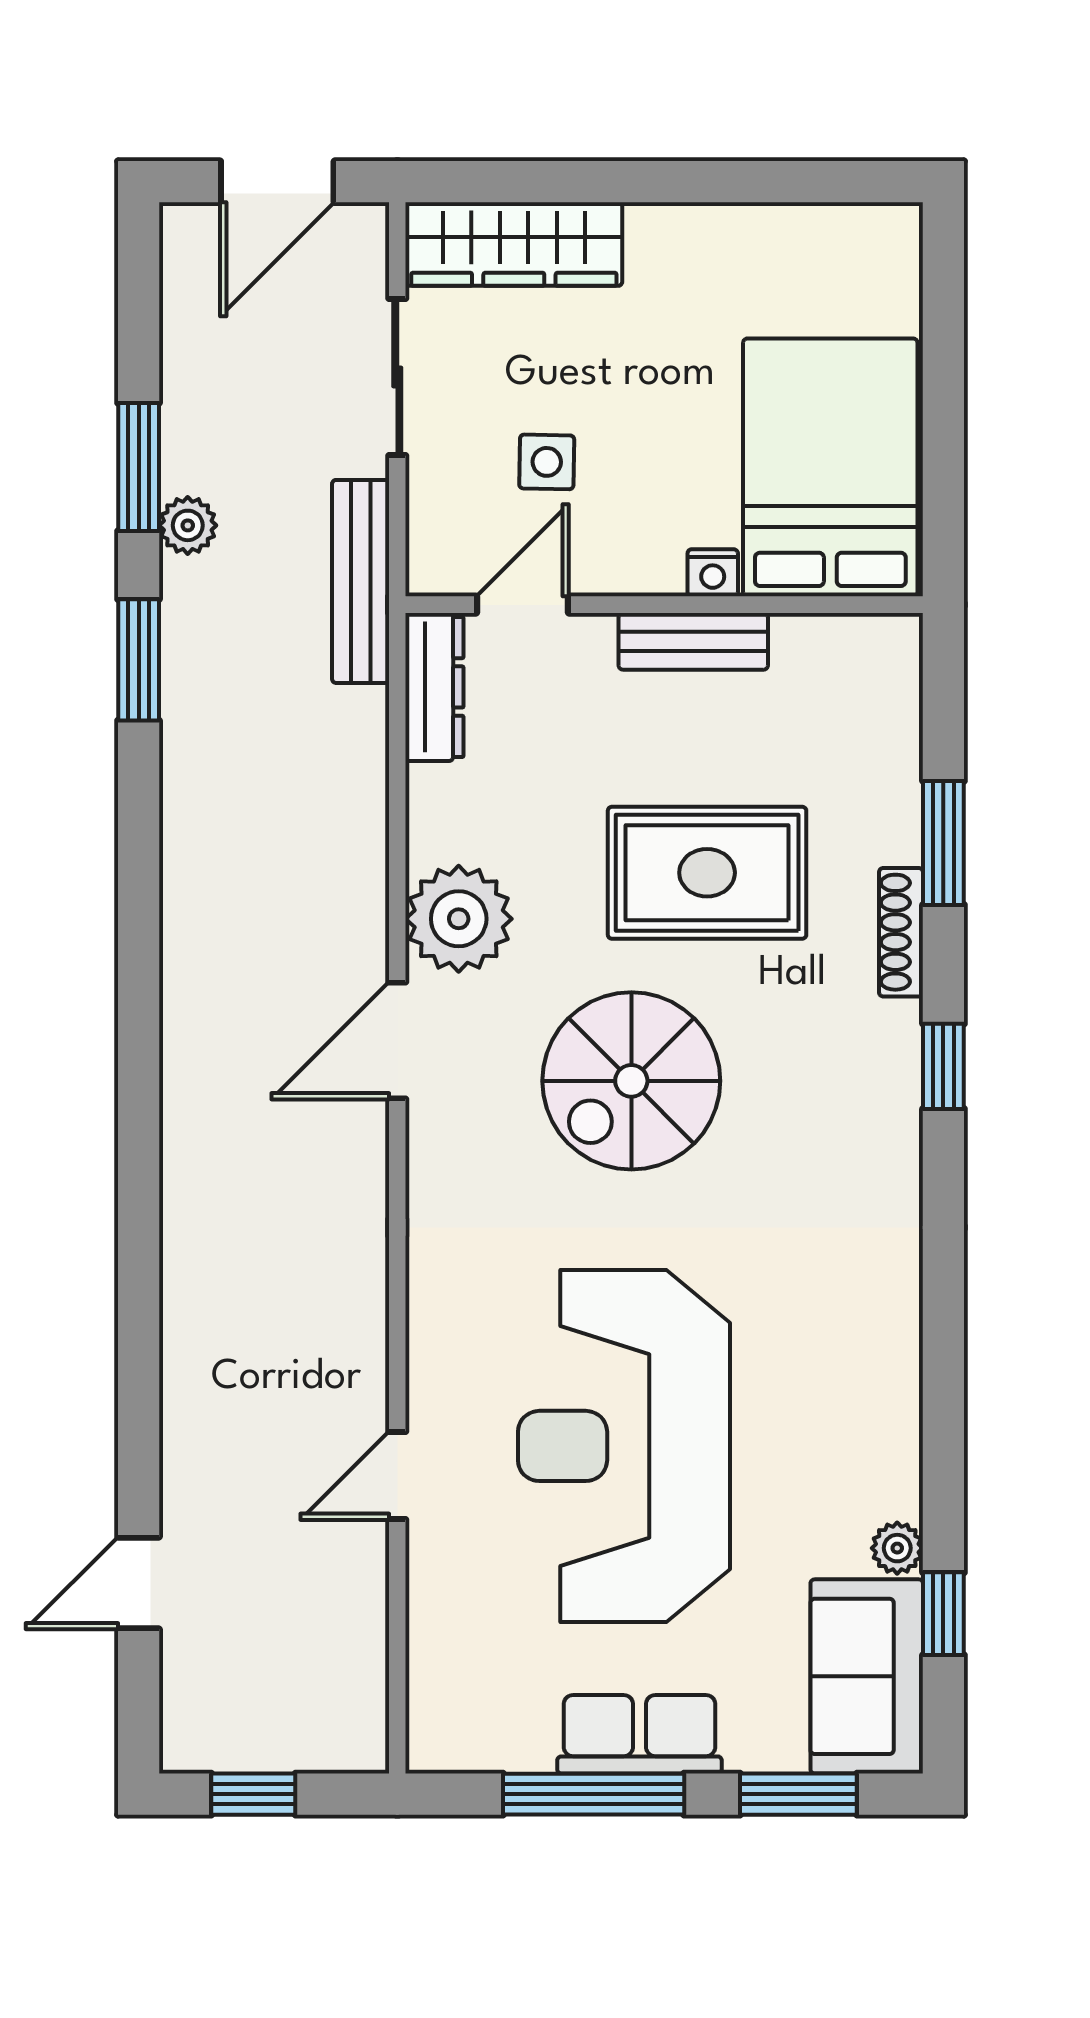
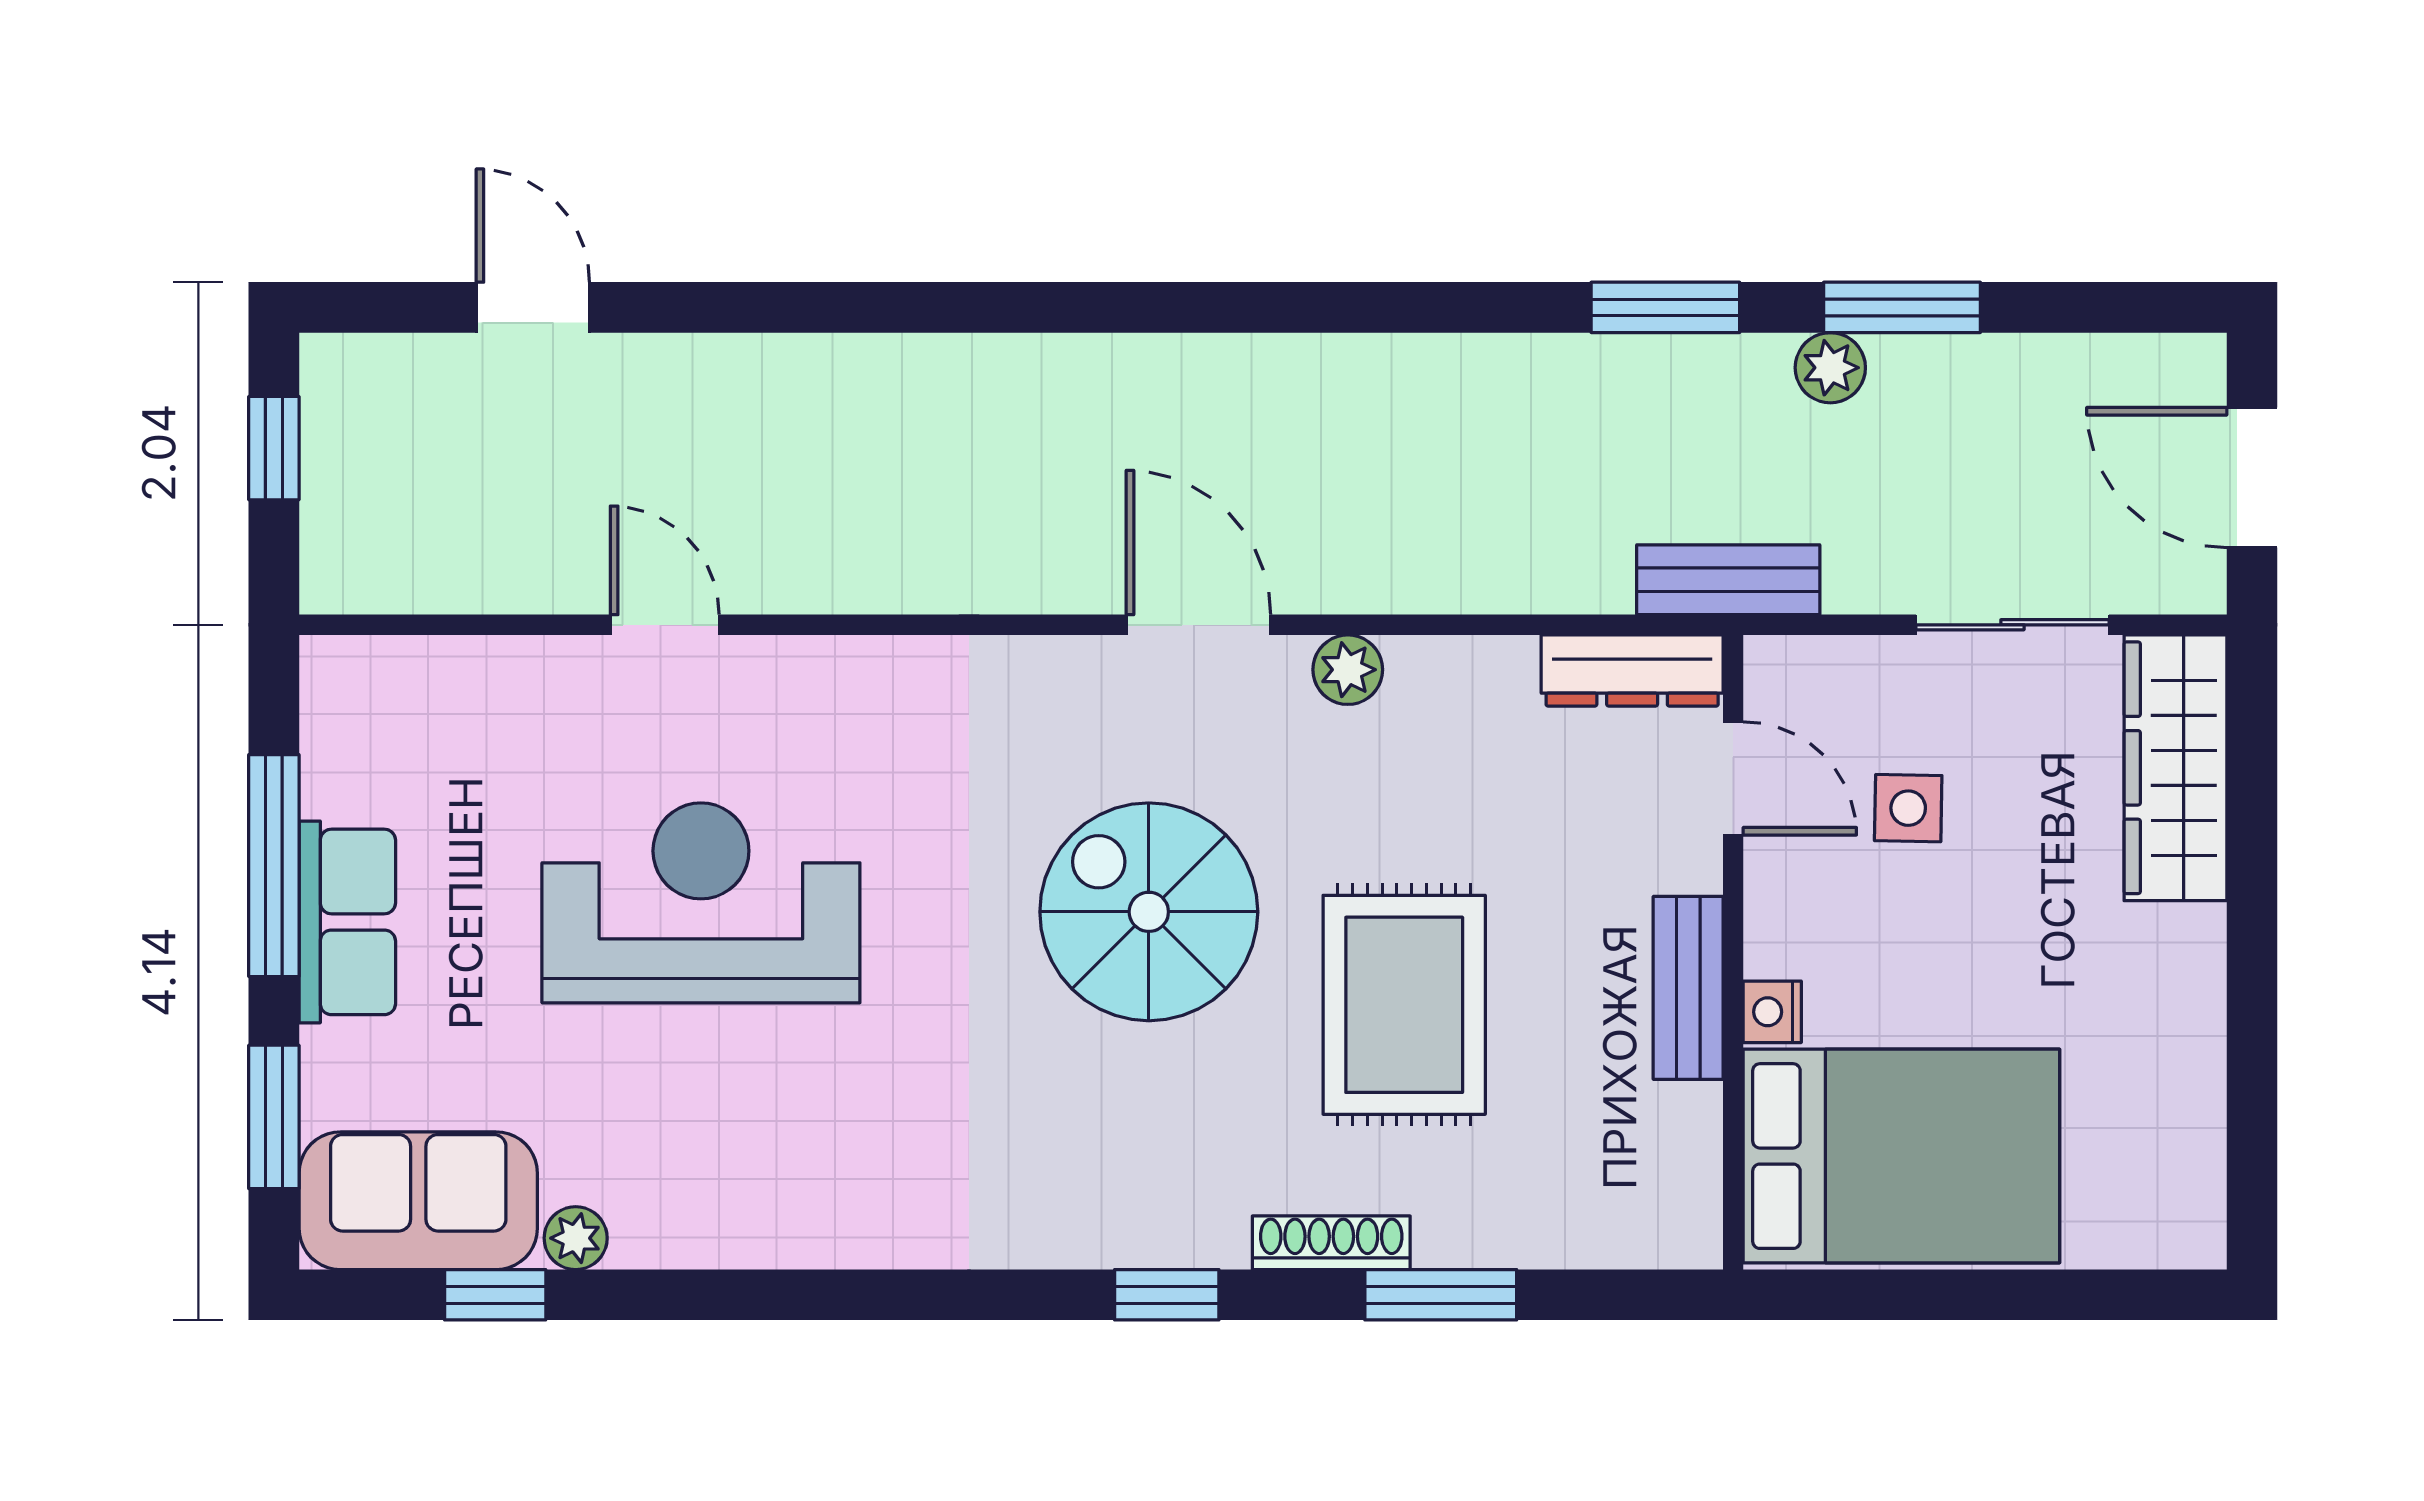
bench: (361, 581) -> (1728, 580), width x0.73
plant: (459, 919) -> (1348, 670), width x0.53, depth x0.53
reception desk: (624, 1446) -> (701, 903), width x0.74, depth x0.77

